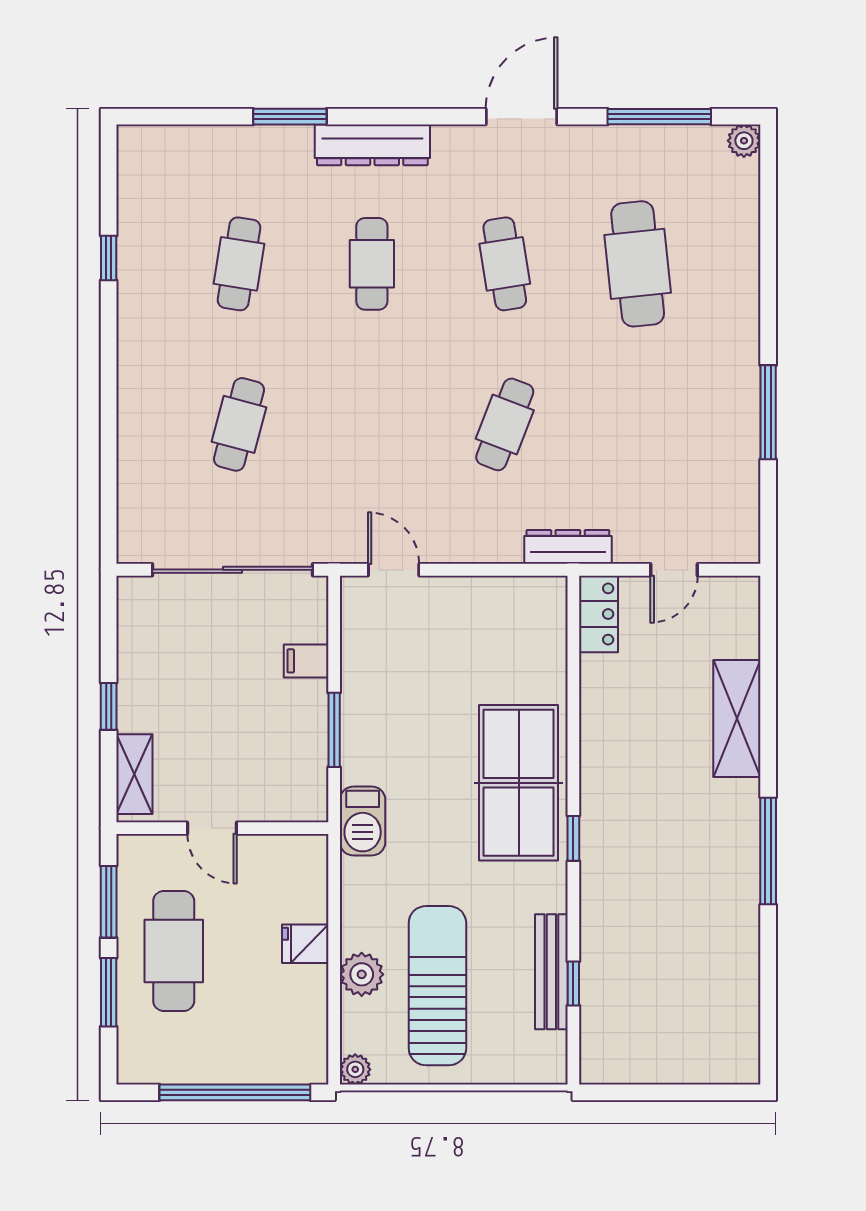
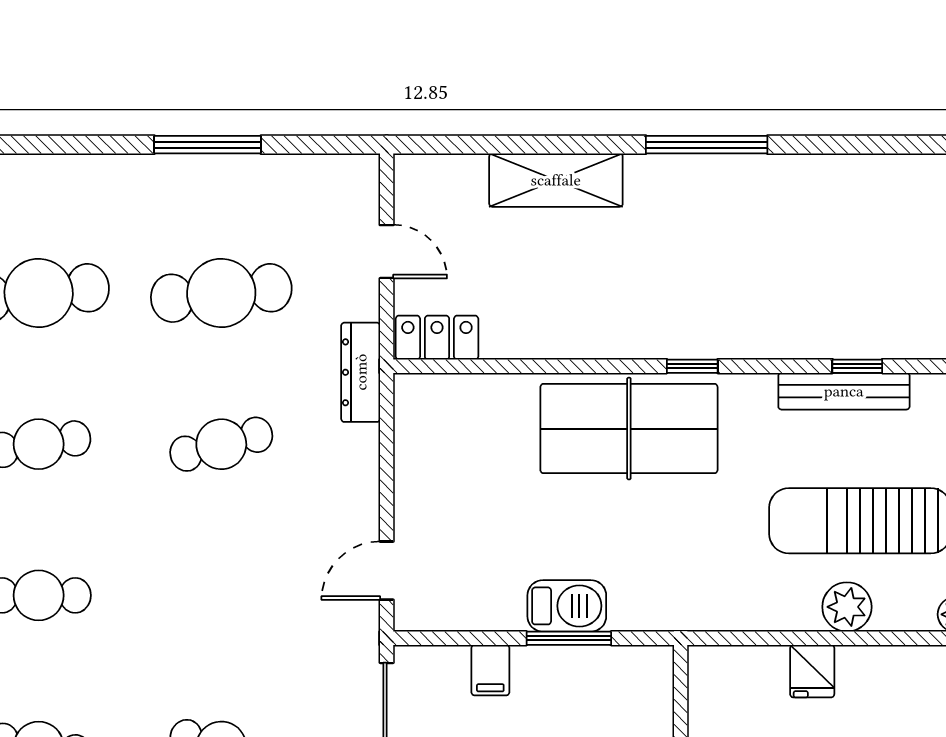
cafe table: (505, 424) -> (221, 444), turned -36
cafe table: (638, 424) -> (221, 293), added
barbecue: (363, 821) -> (567, 606), moved

